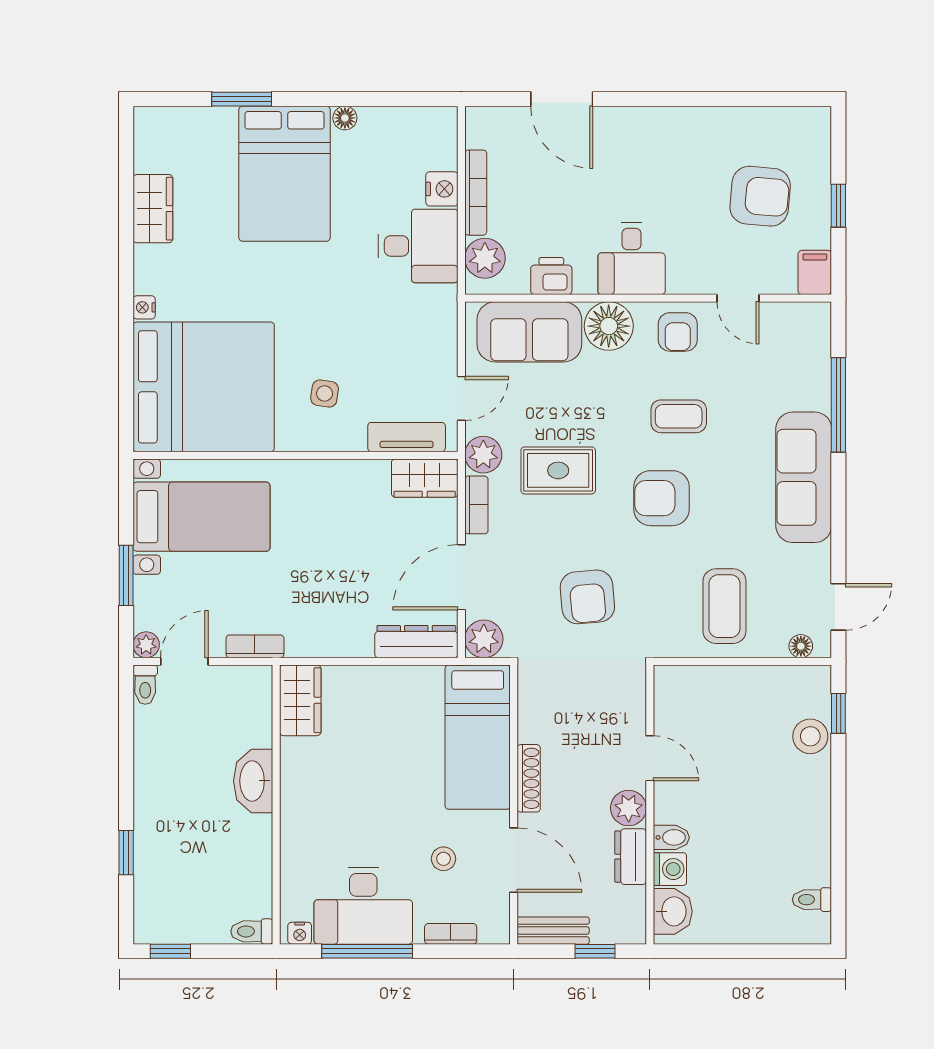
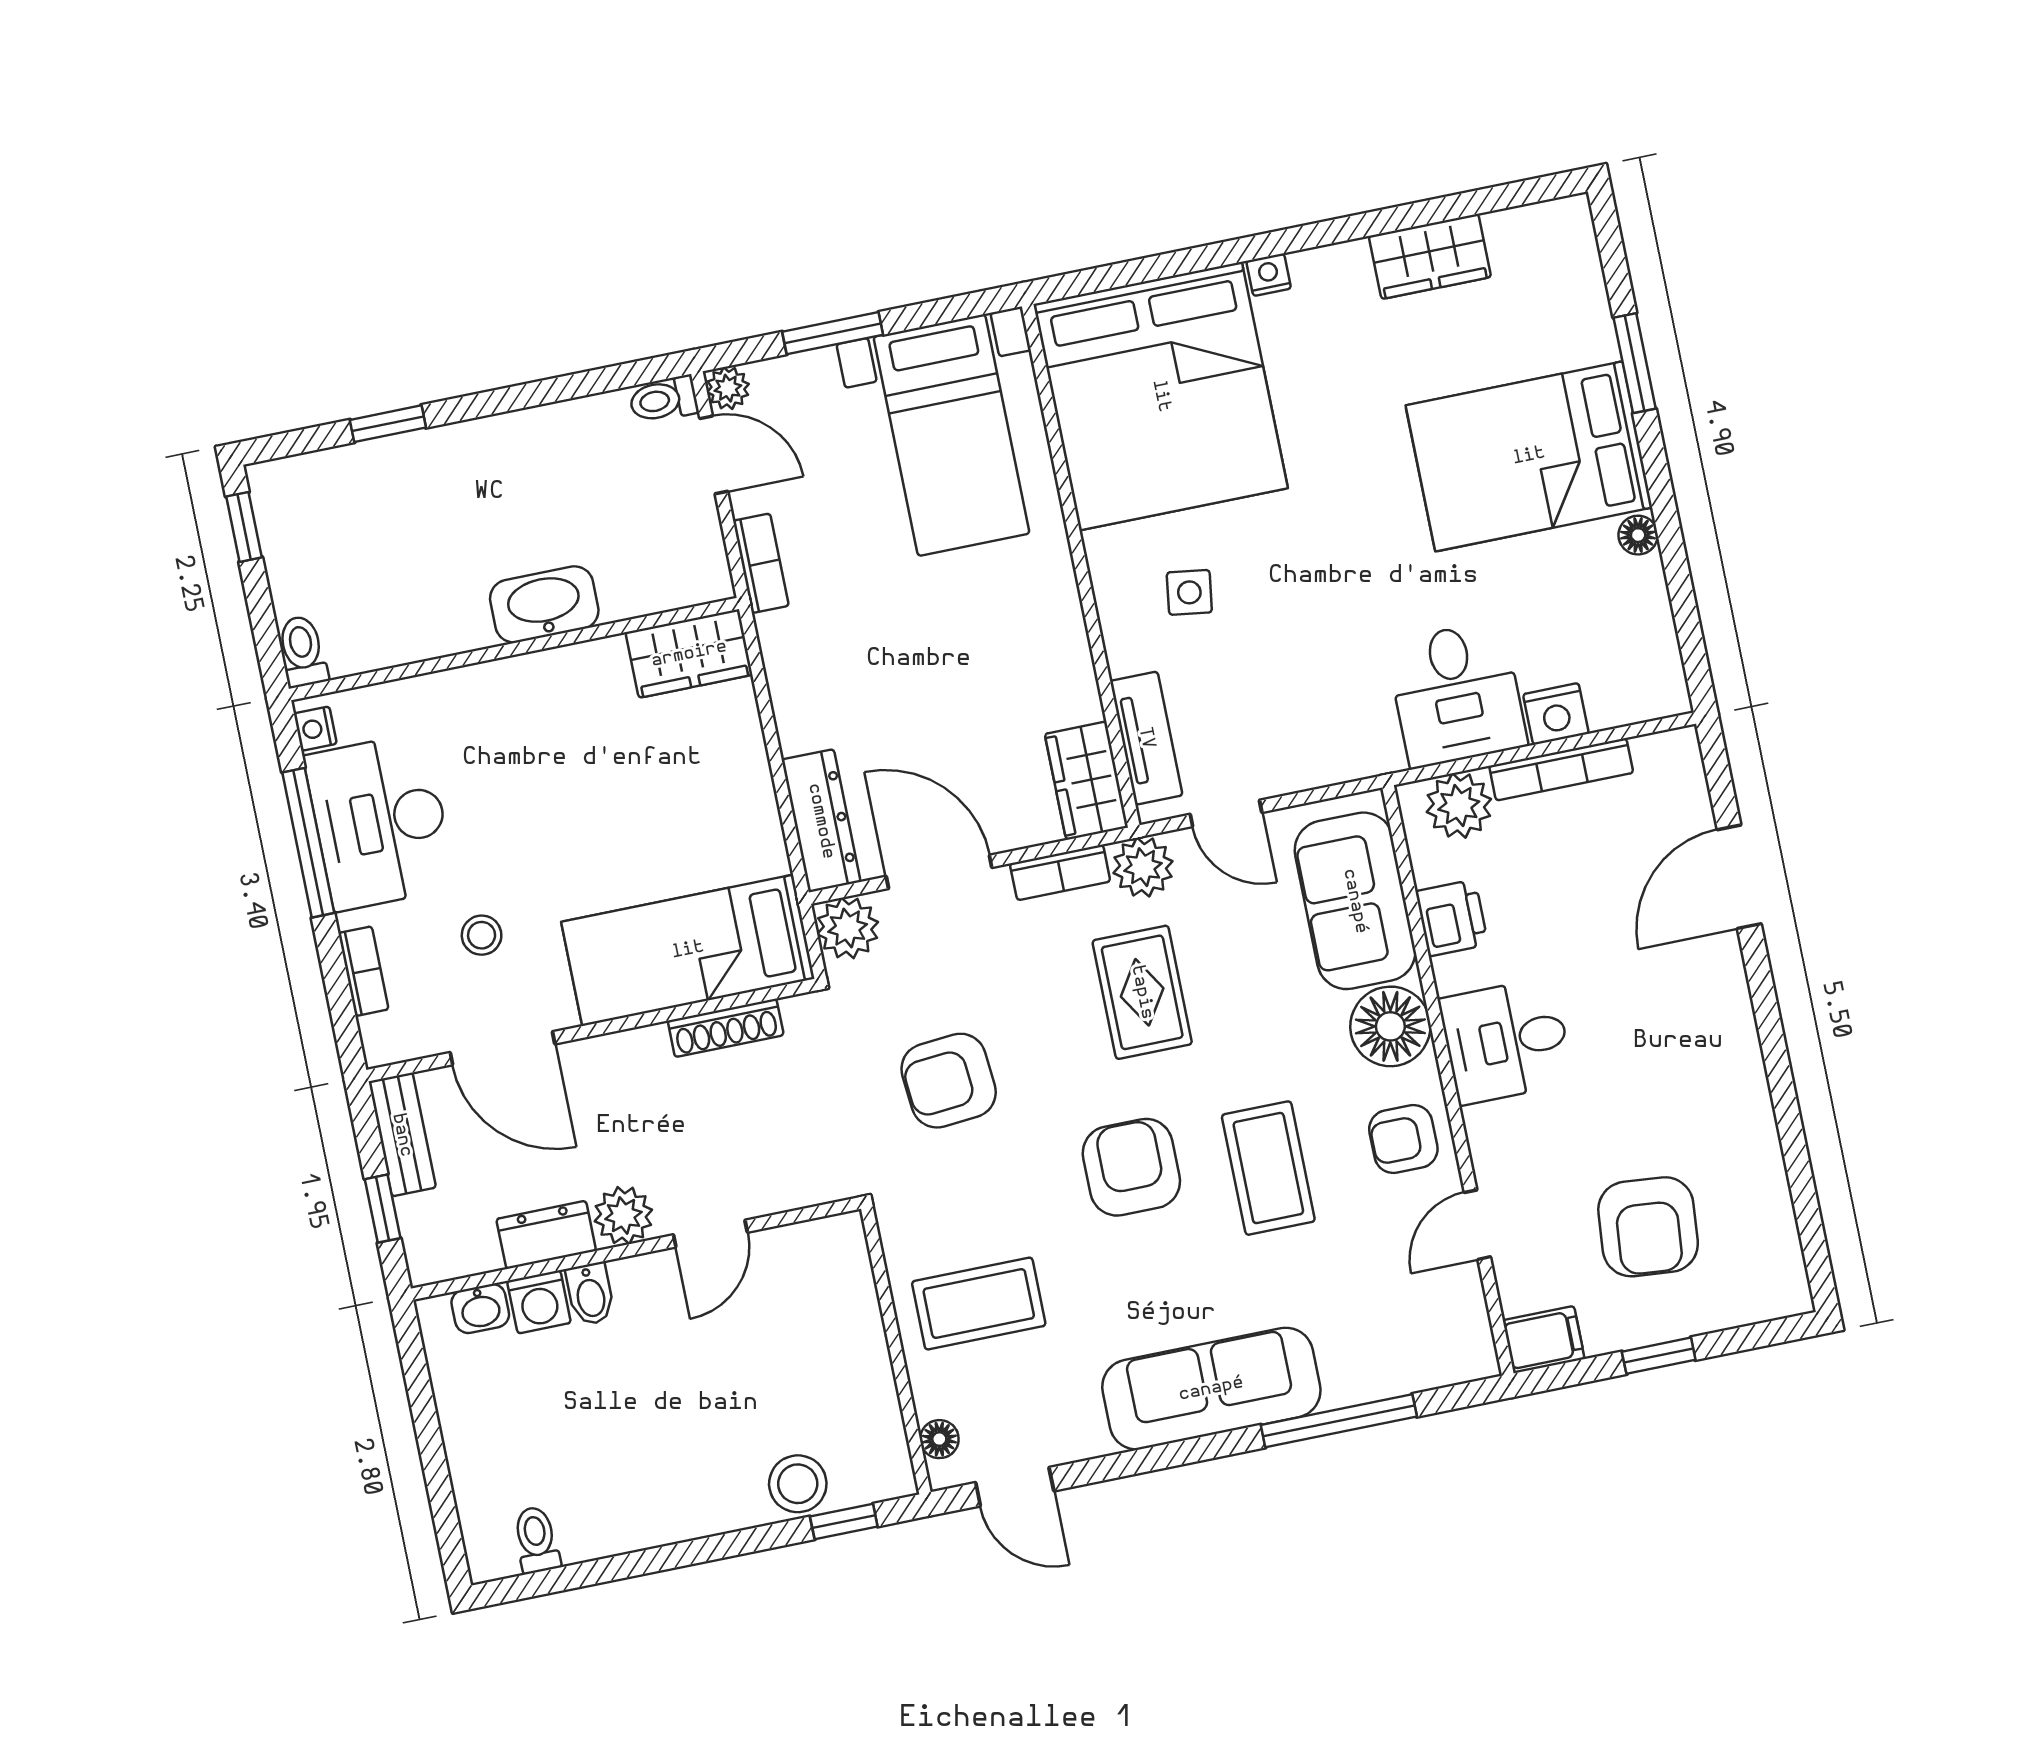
coffee table: (679, 416) -> (1268, 1168), width x1.36, depth x1.30
shoe rack: (529, 778) -> (726, 1028), moved
door: (514, 860) -> (502, 1048), hinge flipped
washbasin: (673, 911) -> (480, 1309), width x0.72, depth x0.69

